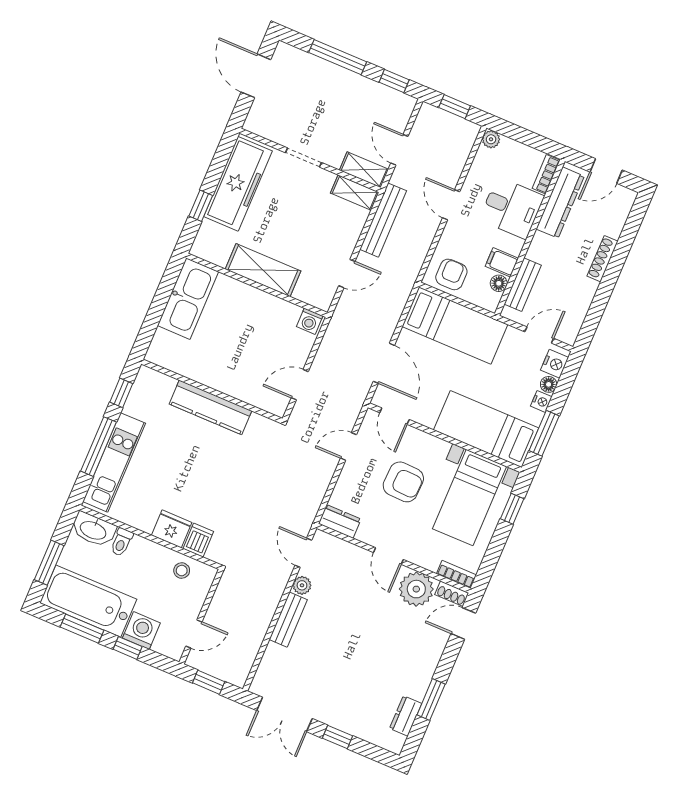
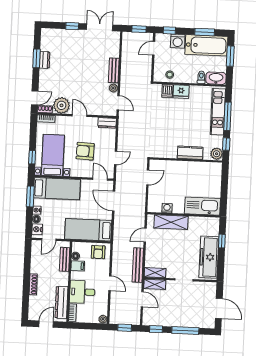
shelving: (263, 270) -> (171, 222), moved
kitchen sink: (188, 299) -> (202, 206), moved, turned 90
washing machine: (310, 321) -> (167, 208), moved
plant: (147, 381) -> (217, 154), added
kitchen counter: (211, 407) -> (190, 153), width x0.67
window: (128, 648) -> (169, 30), moved
dresser: (406, 716) -> (45, 60), moved

